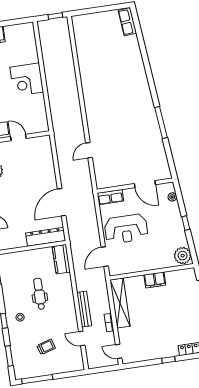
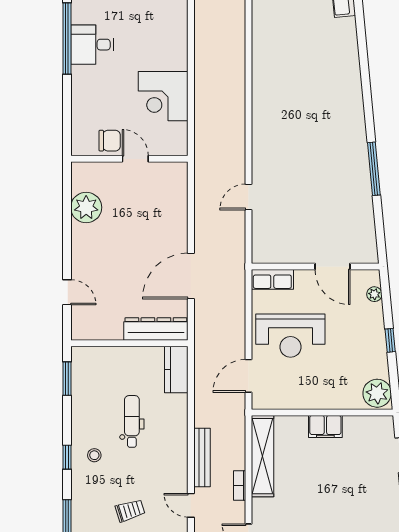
corner desk: (27, 80) -> (163, 96), moved

